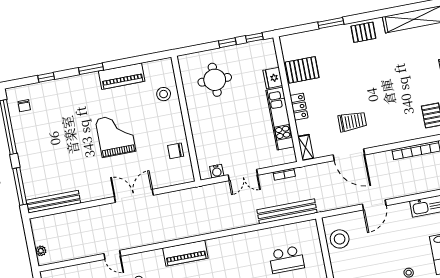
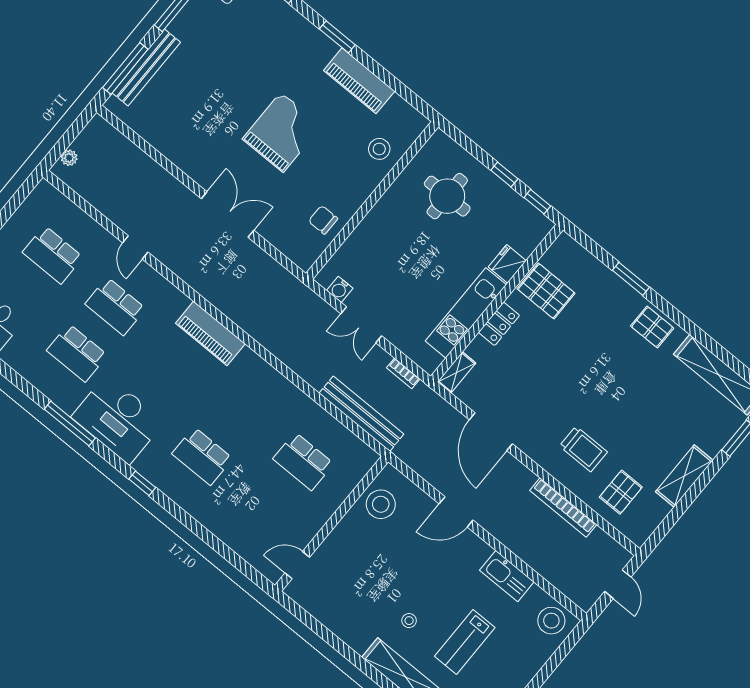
trolley: (352, 122) -> (583, 449), moved
bench: (53, 202) -> (146, 68), moved, turned 90

